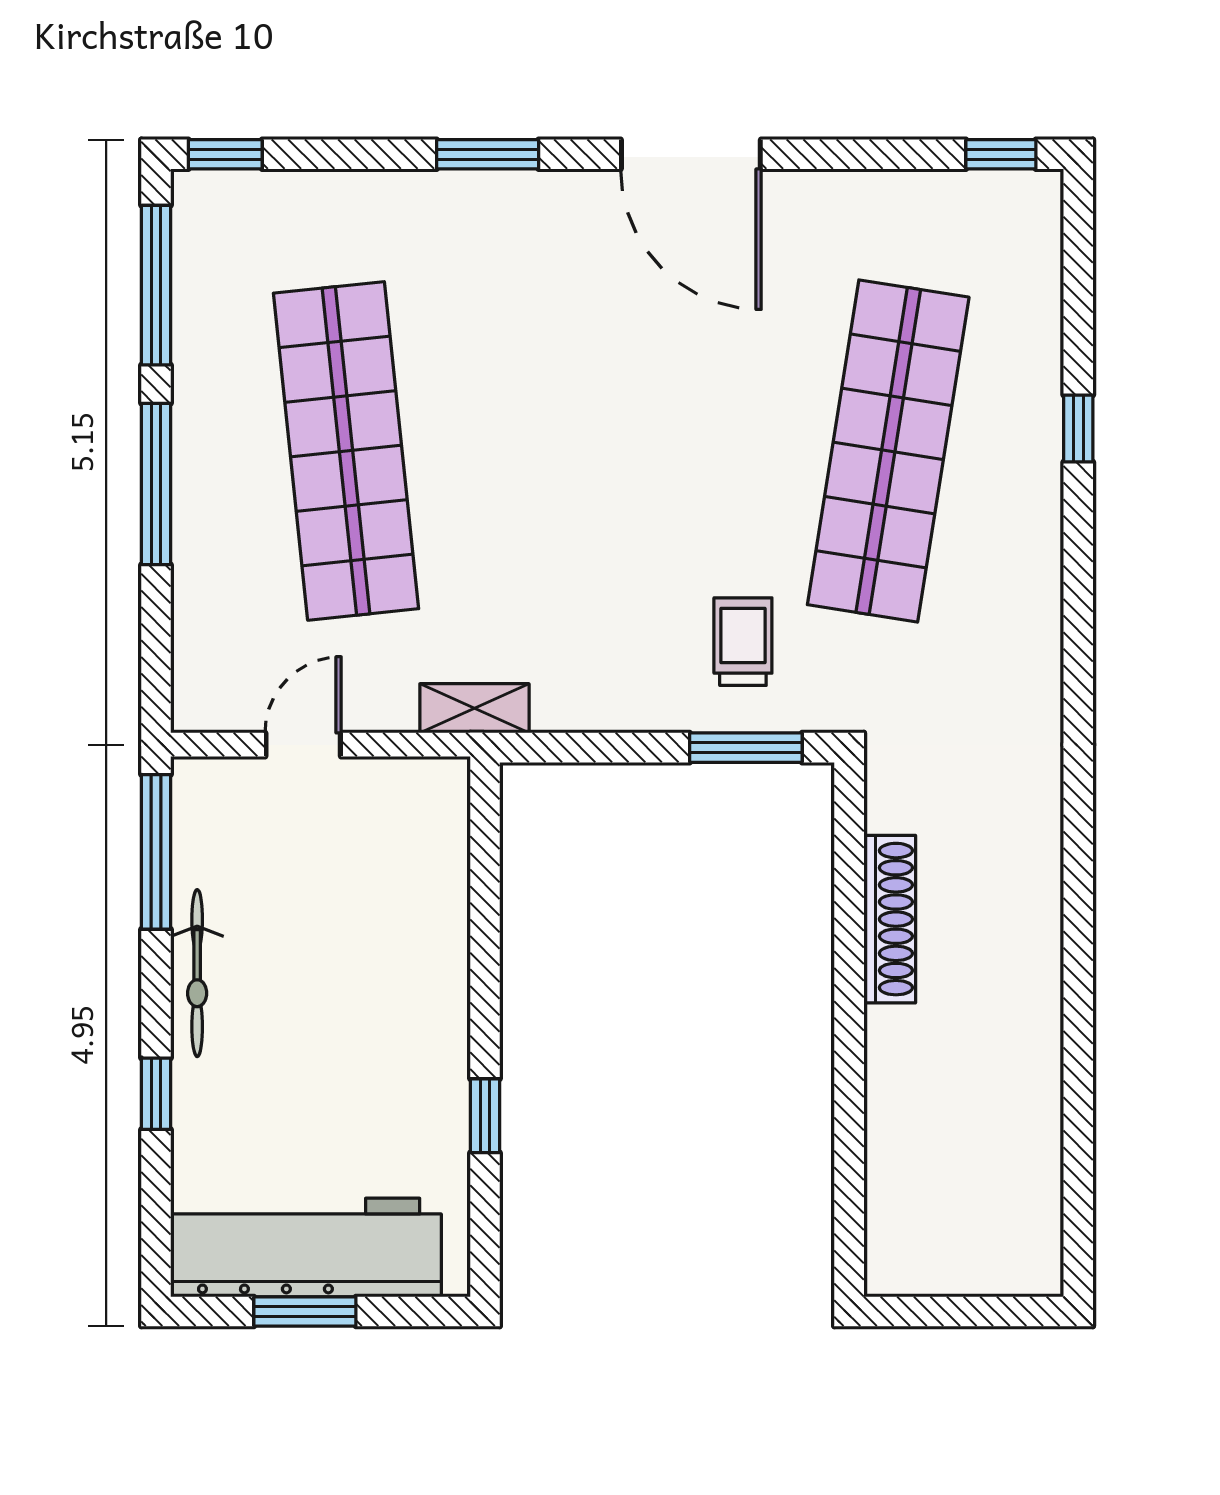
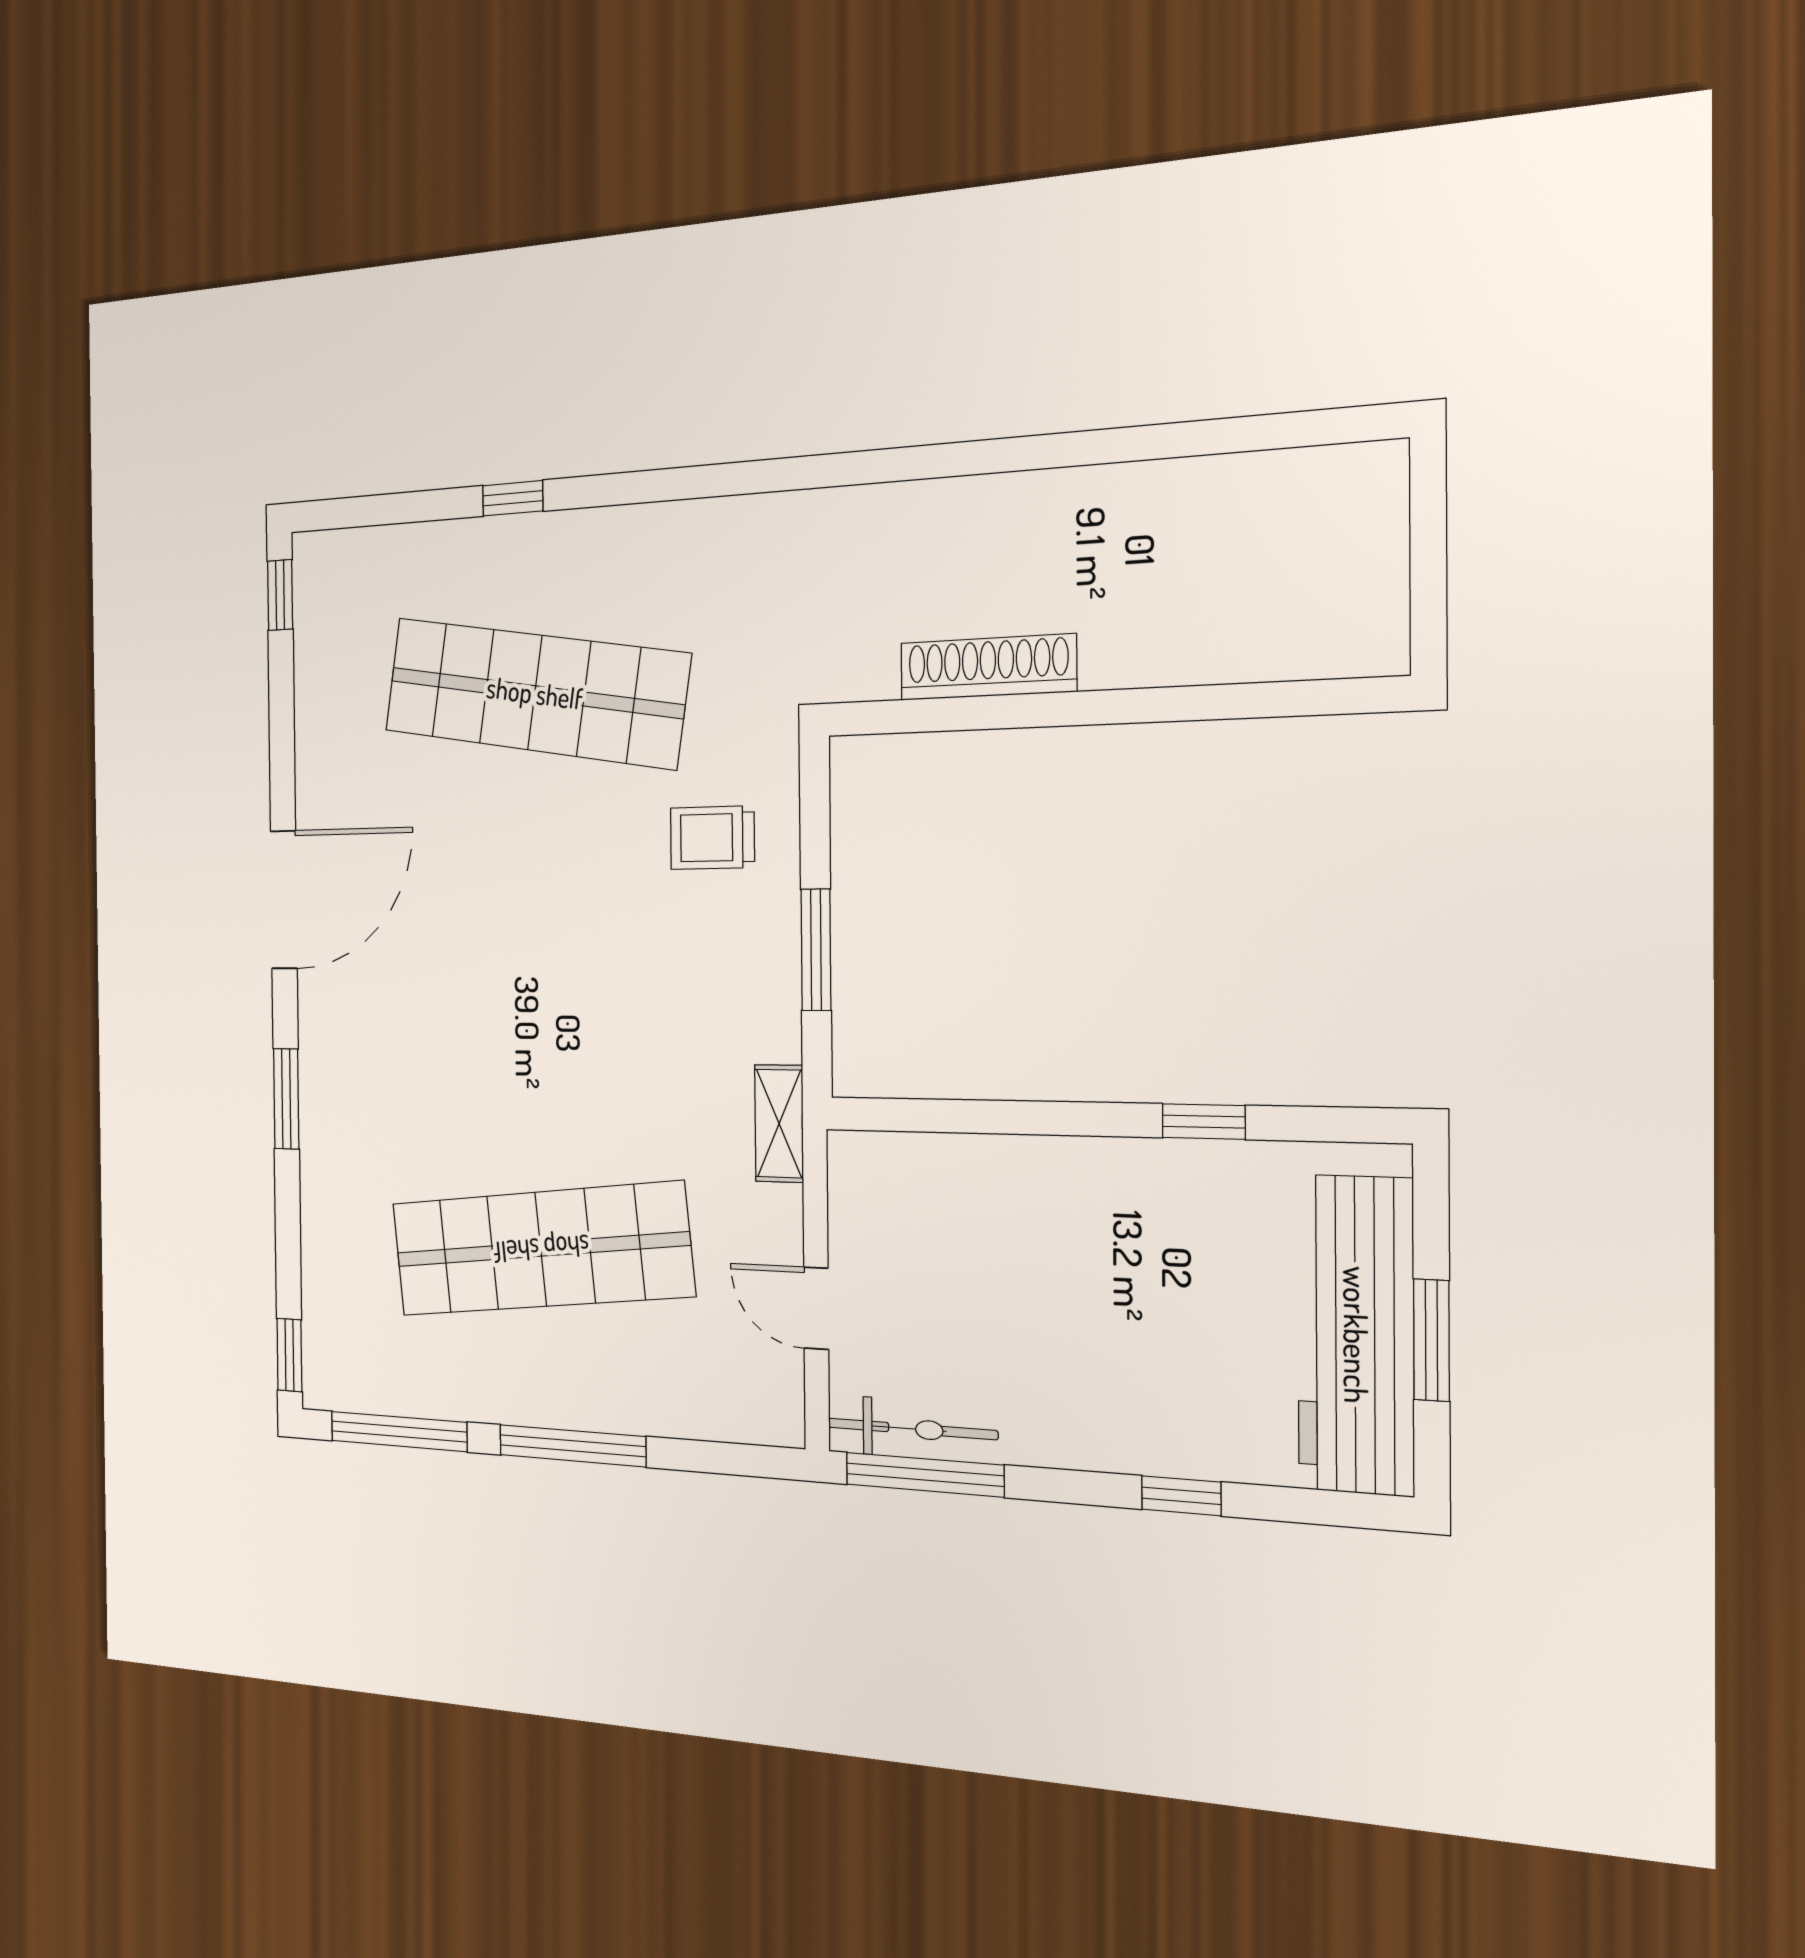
window: (746, 748) -> (816, 950), moved
bicycle: (197, 973) -> (912, 1429), moved

